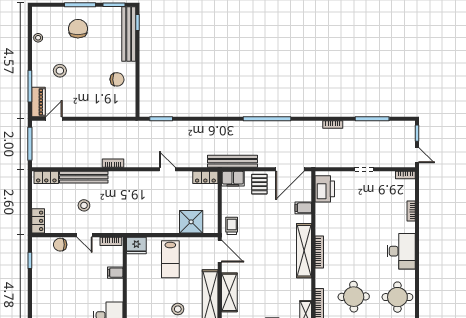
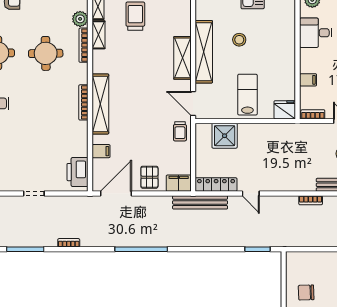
bench: (233, 161) -> (200, 202), moved
locker: (205, 177) -> (216, 185), width x1.53

